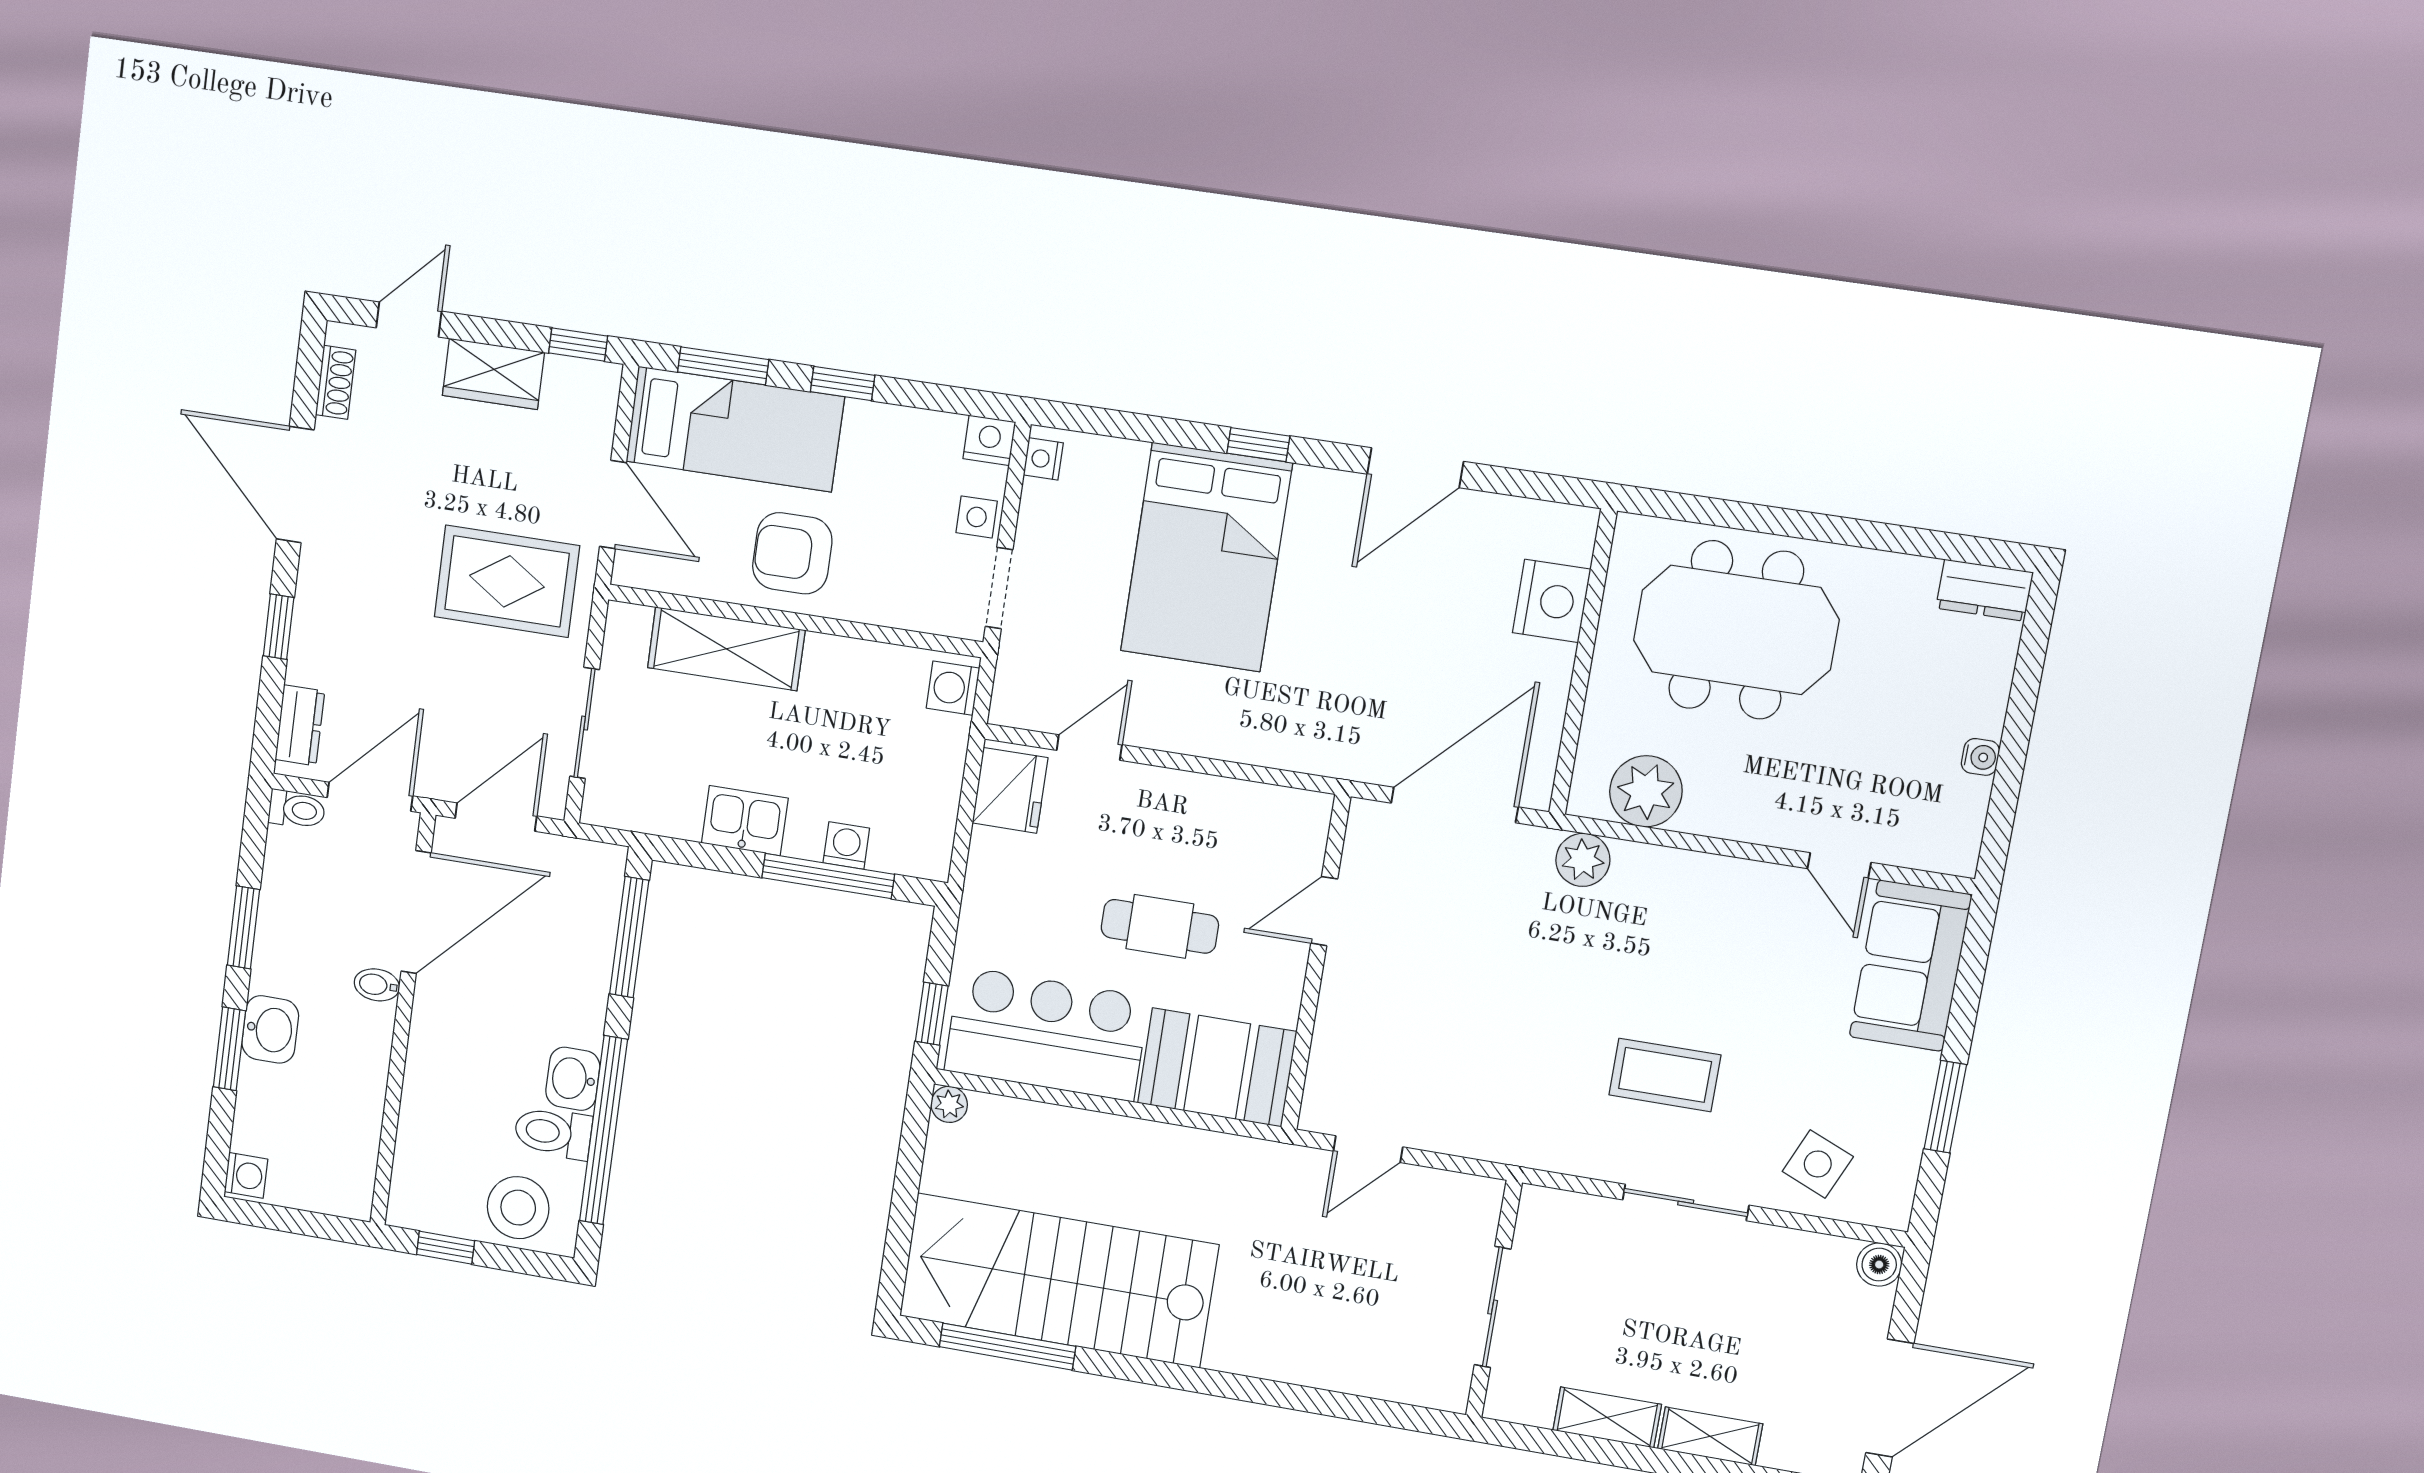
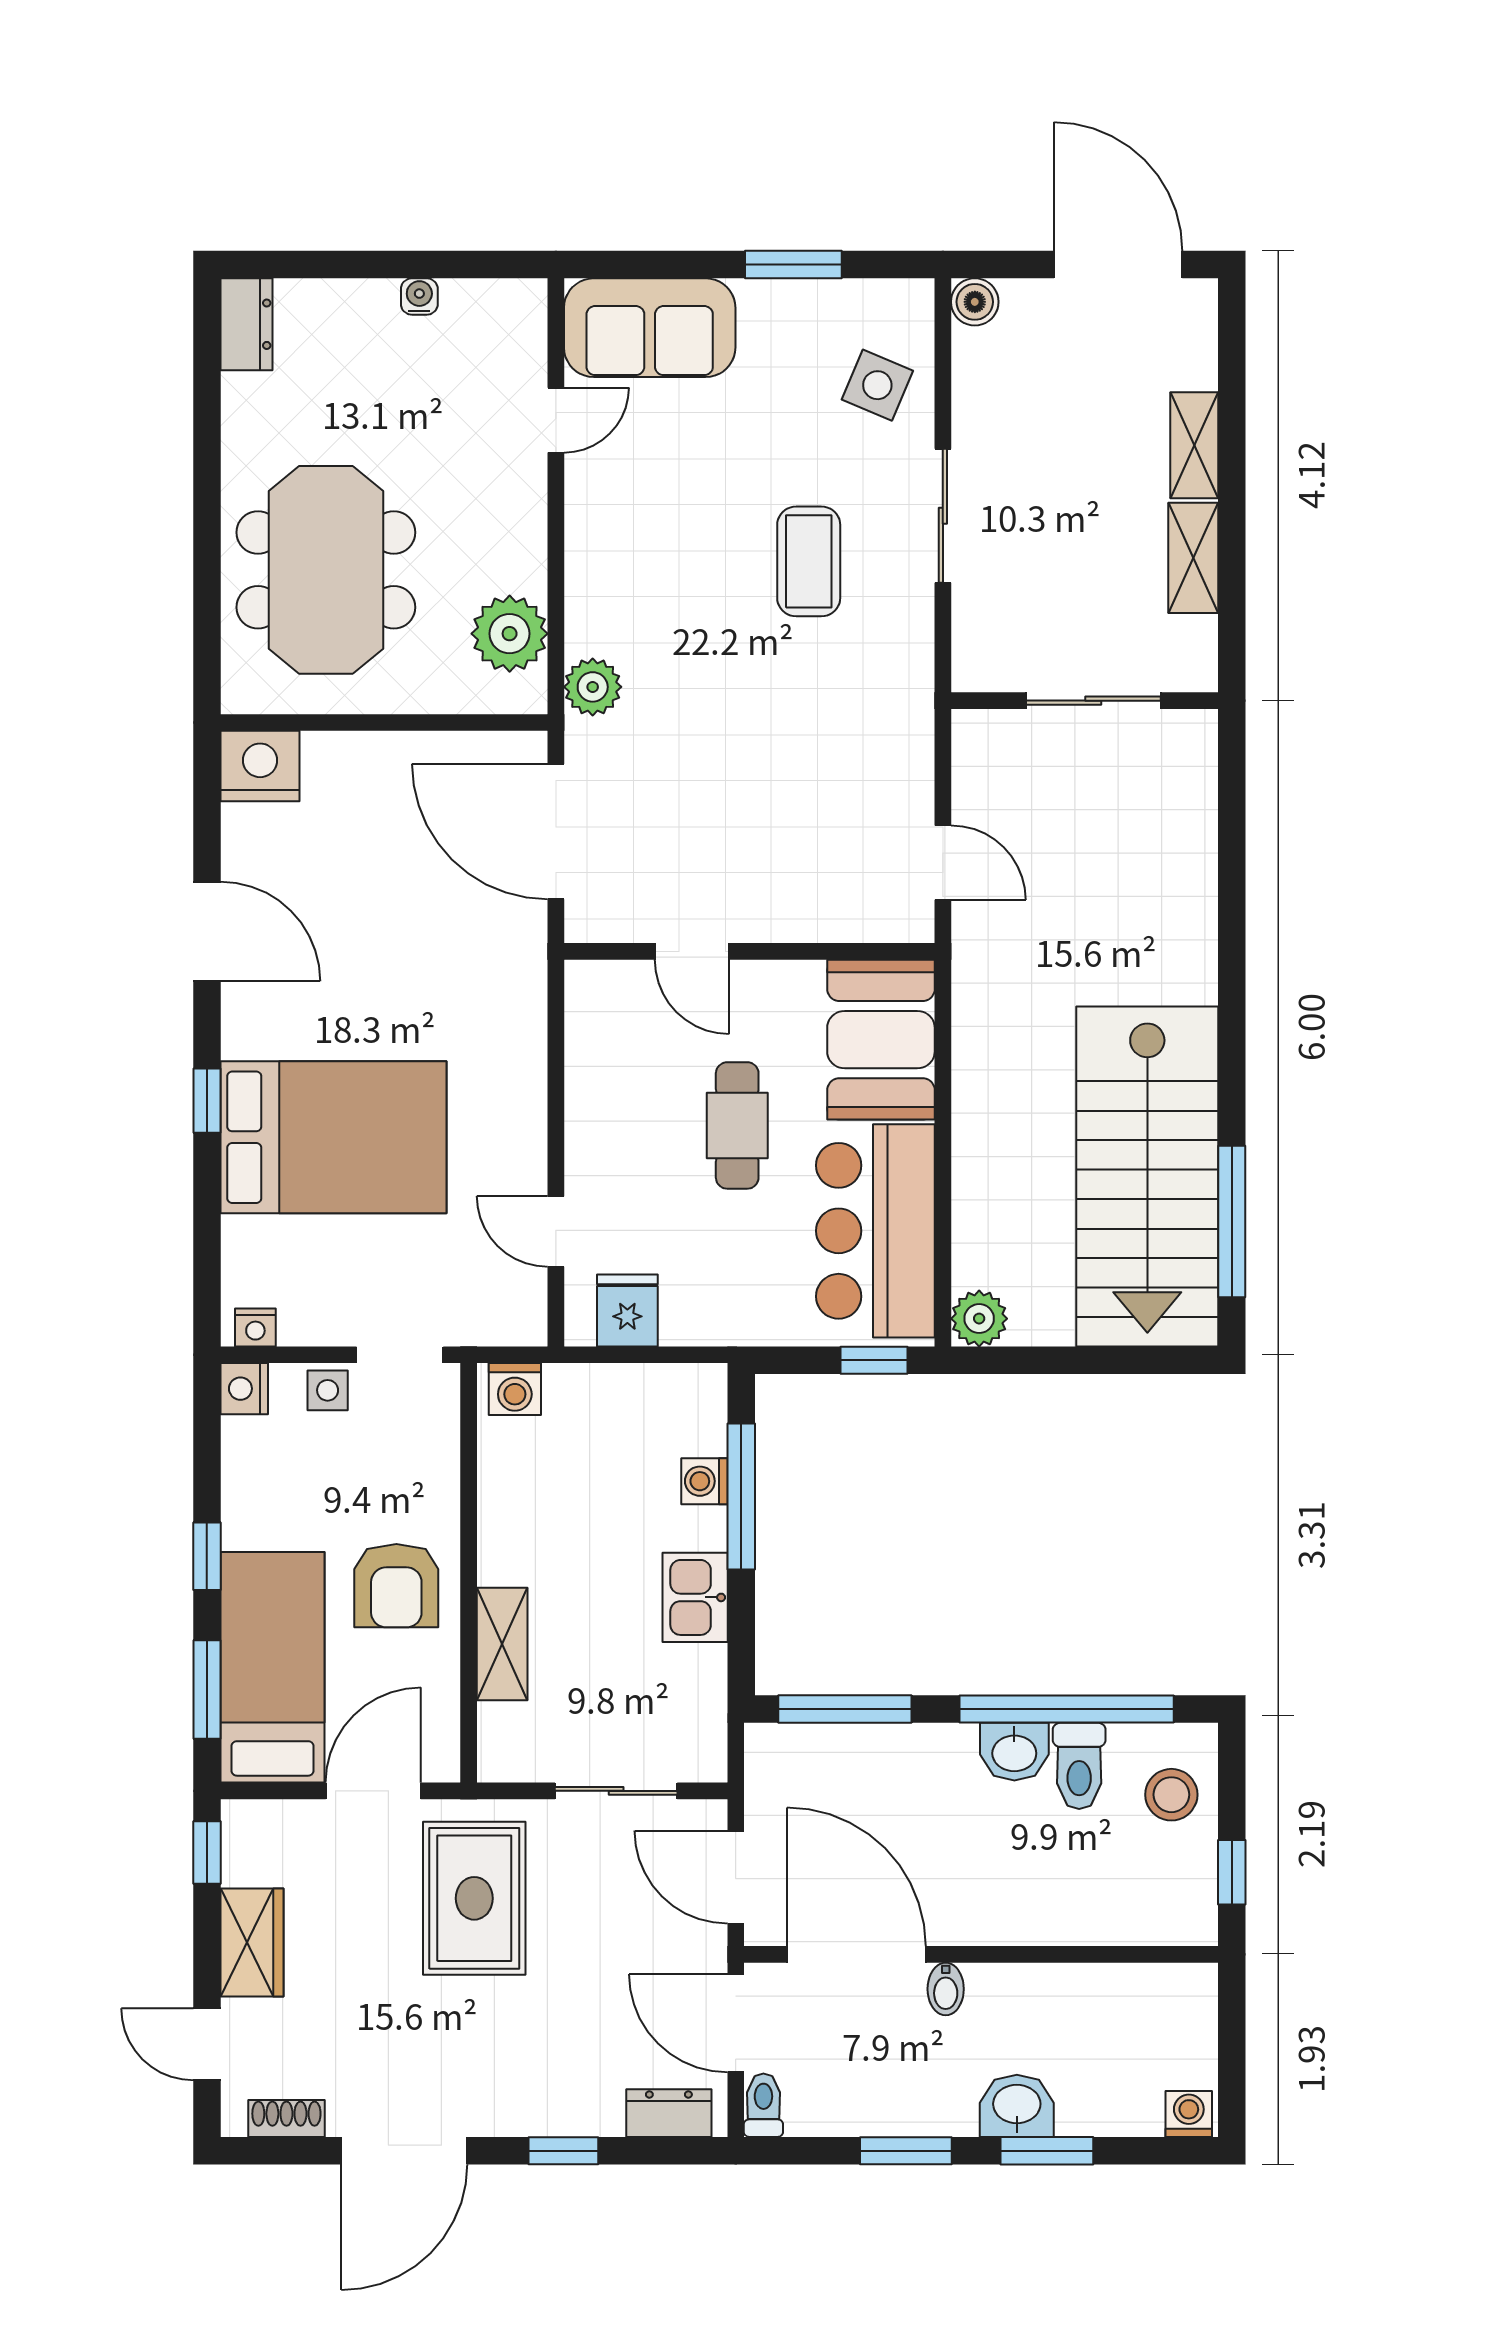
nightstand: (1552, 601) -> (260, 766), moved
shelving: (726, 649) -> (502, 1644), width x0.67, depth x0.75
fridge: (1010, 790) -> (627, 1310), width x0.72
plant: (949, 1104) -> (979, 1319), width x1.38, depth x1.38
stool: (518, 1208) -> (1171, 1795), width x0.73, depth x0.73

